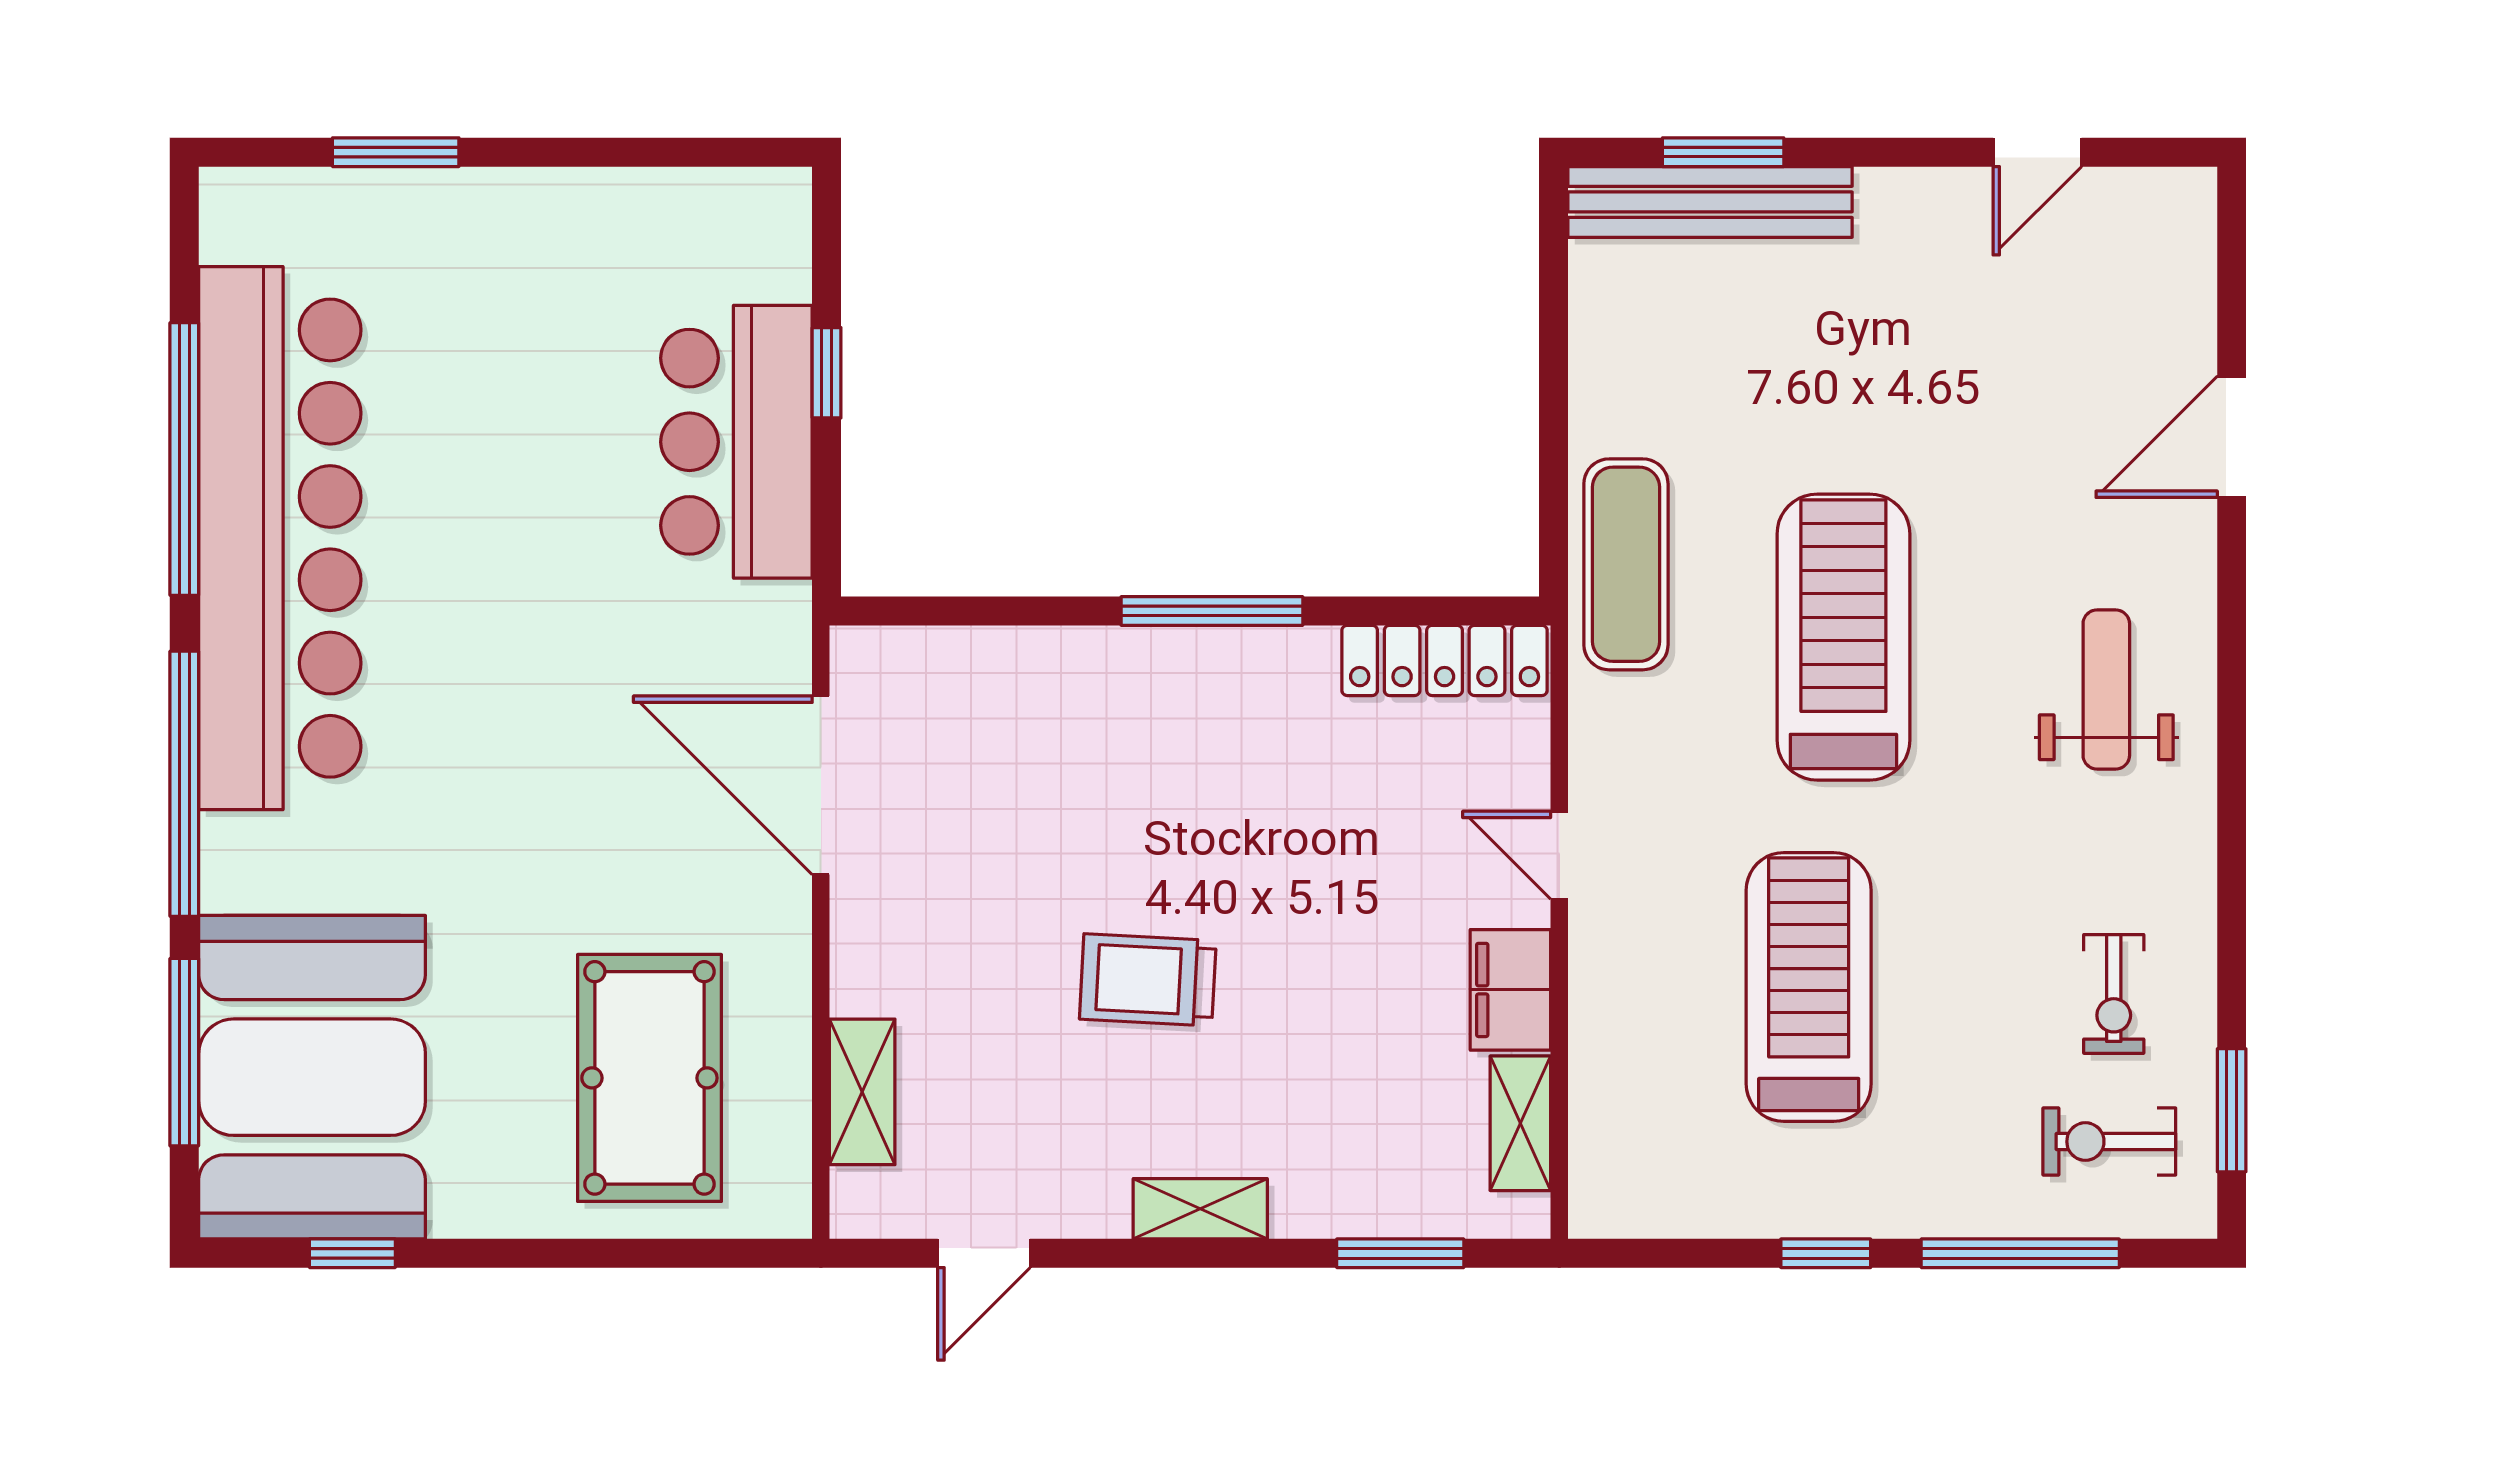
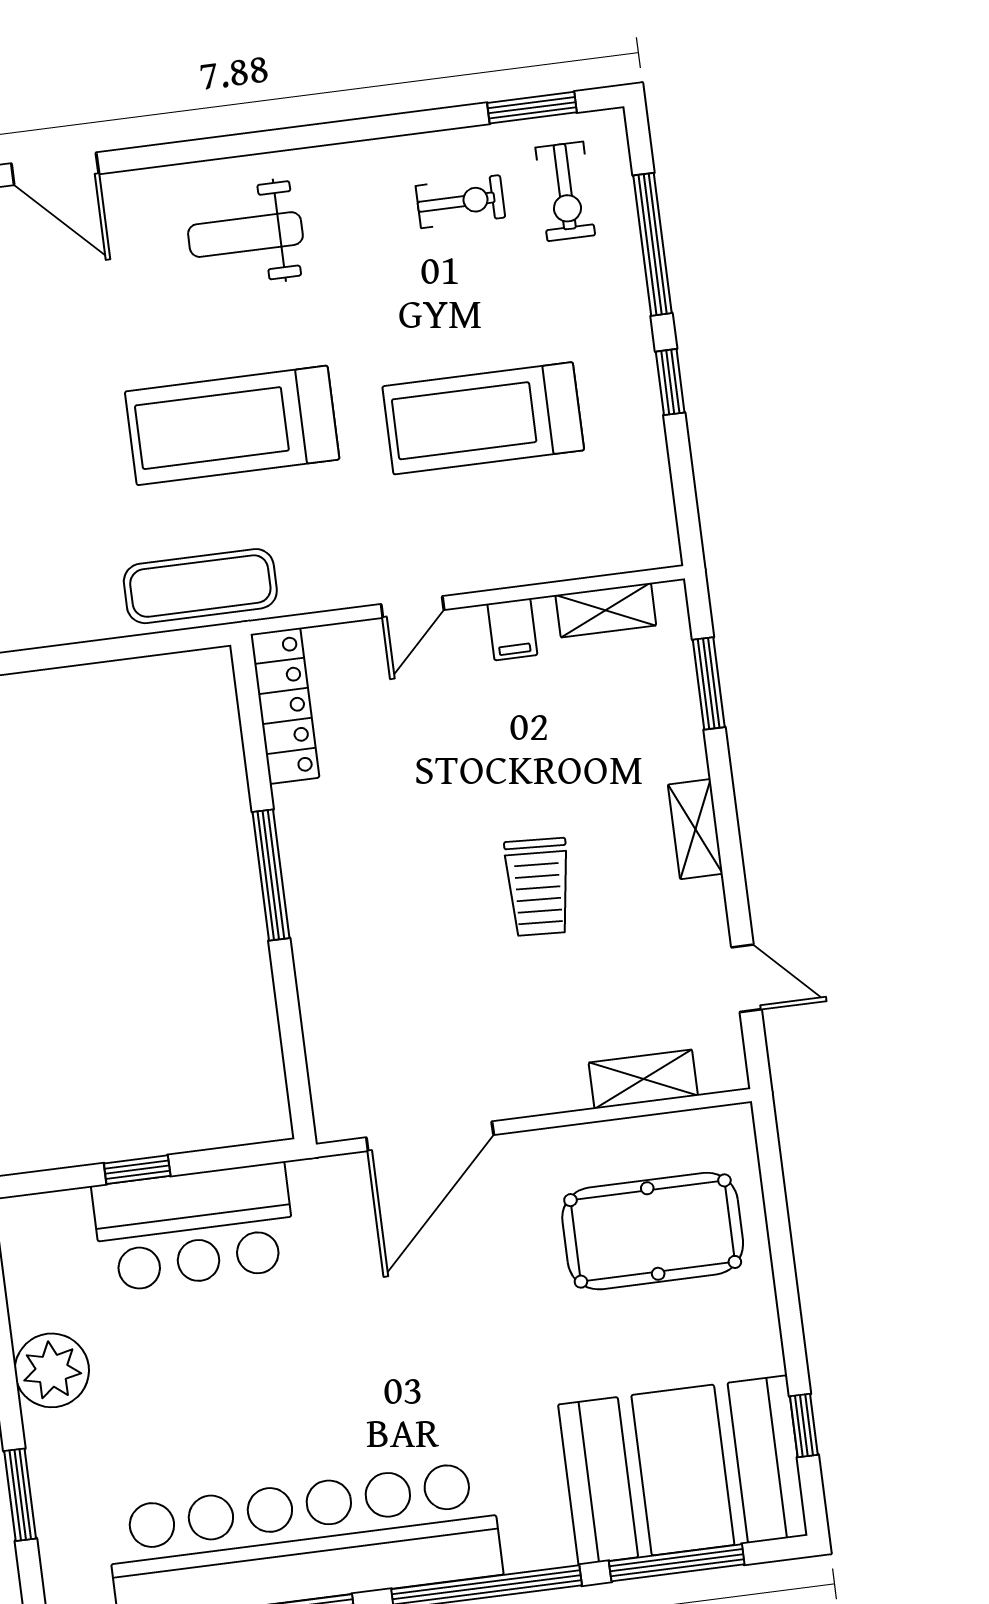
plant: (563, 218) -> (52, 1370), added
filing cabinet: (1510, 990) -> (512, 629), width x0.50

